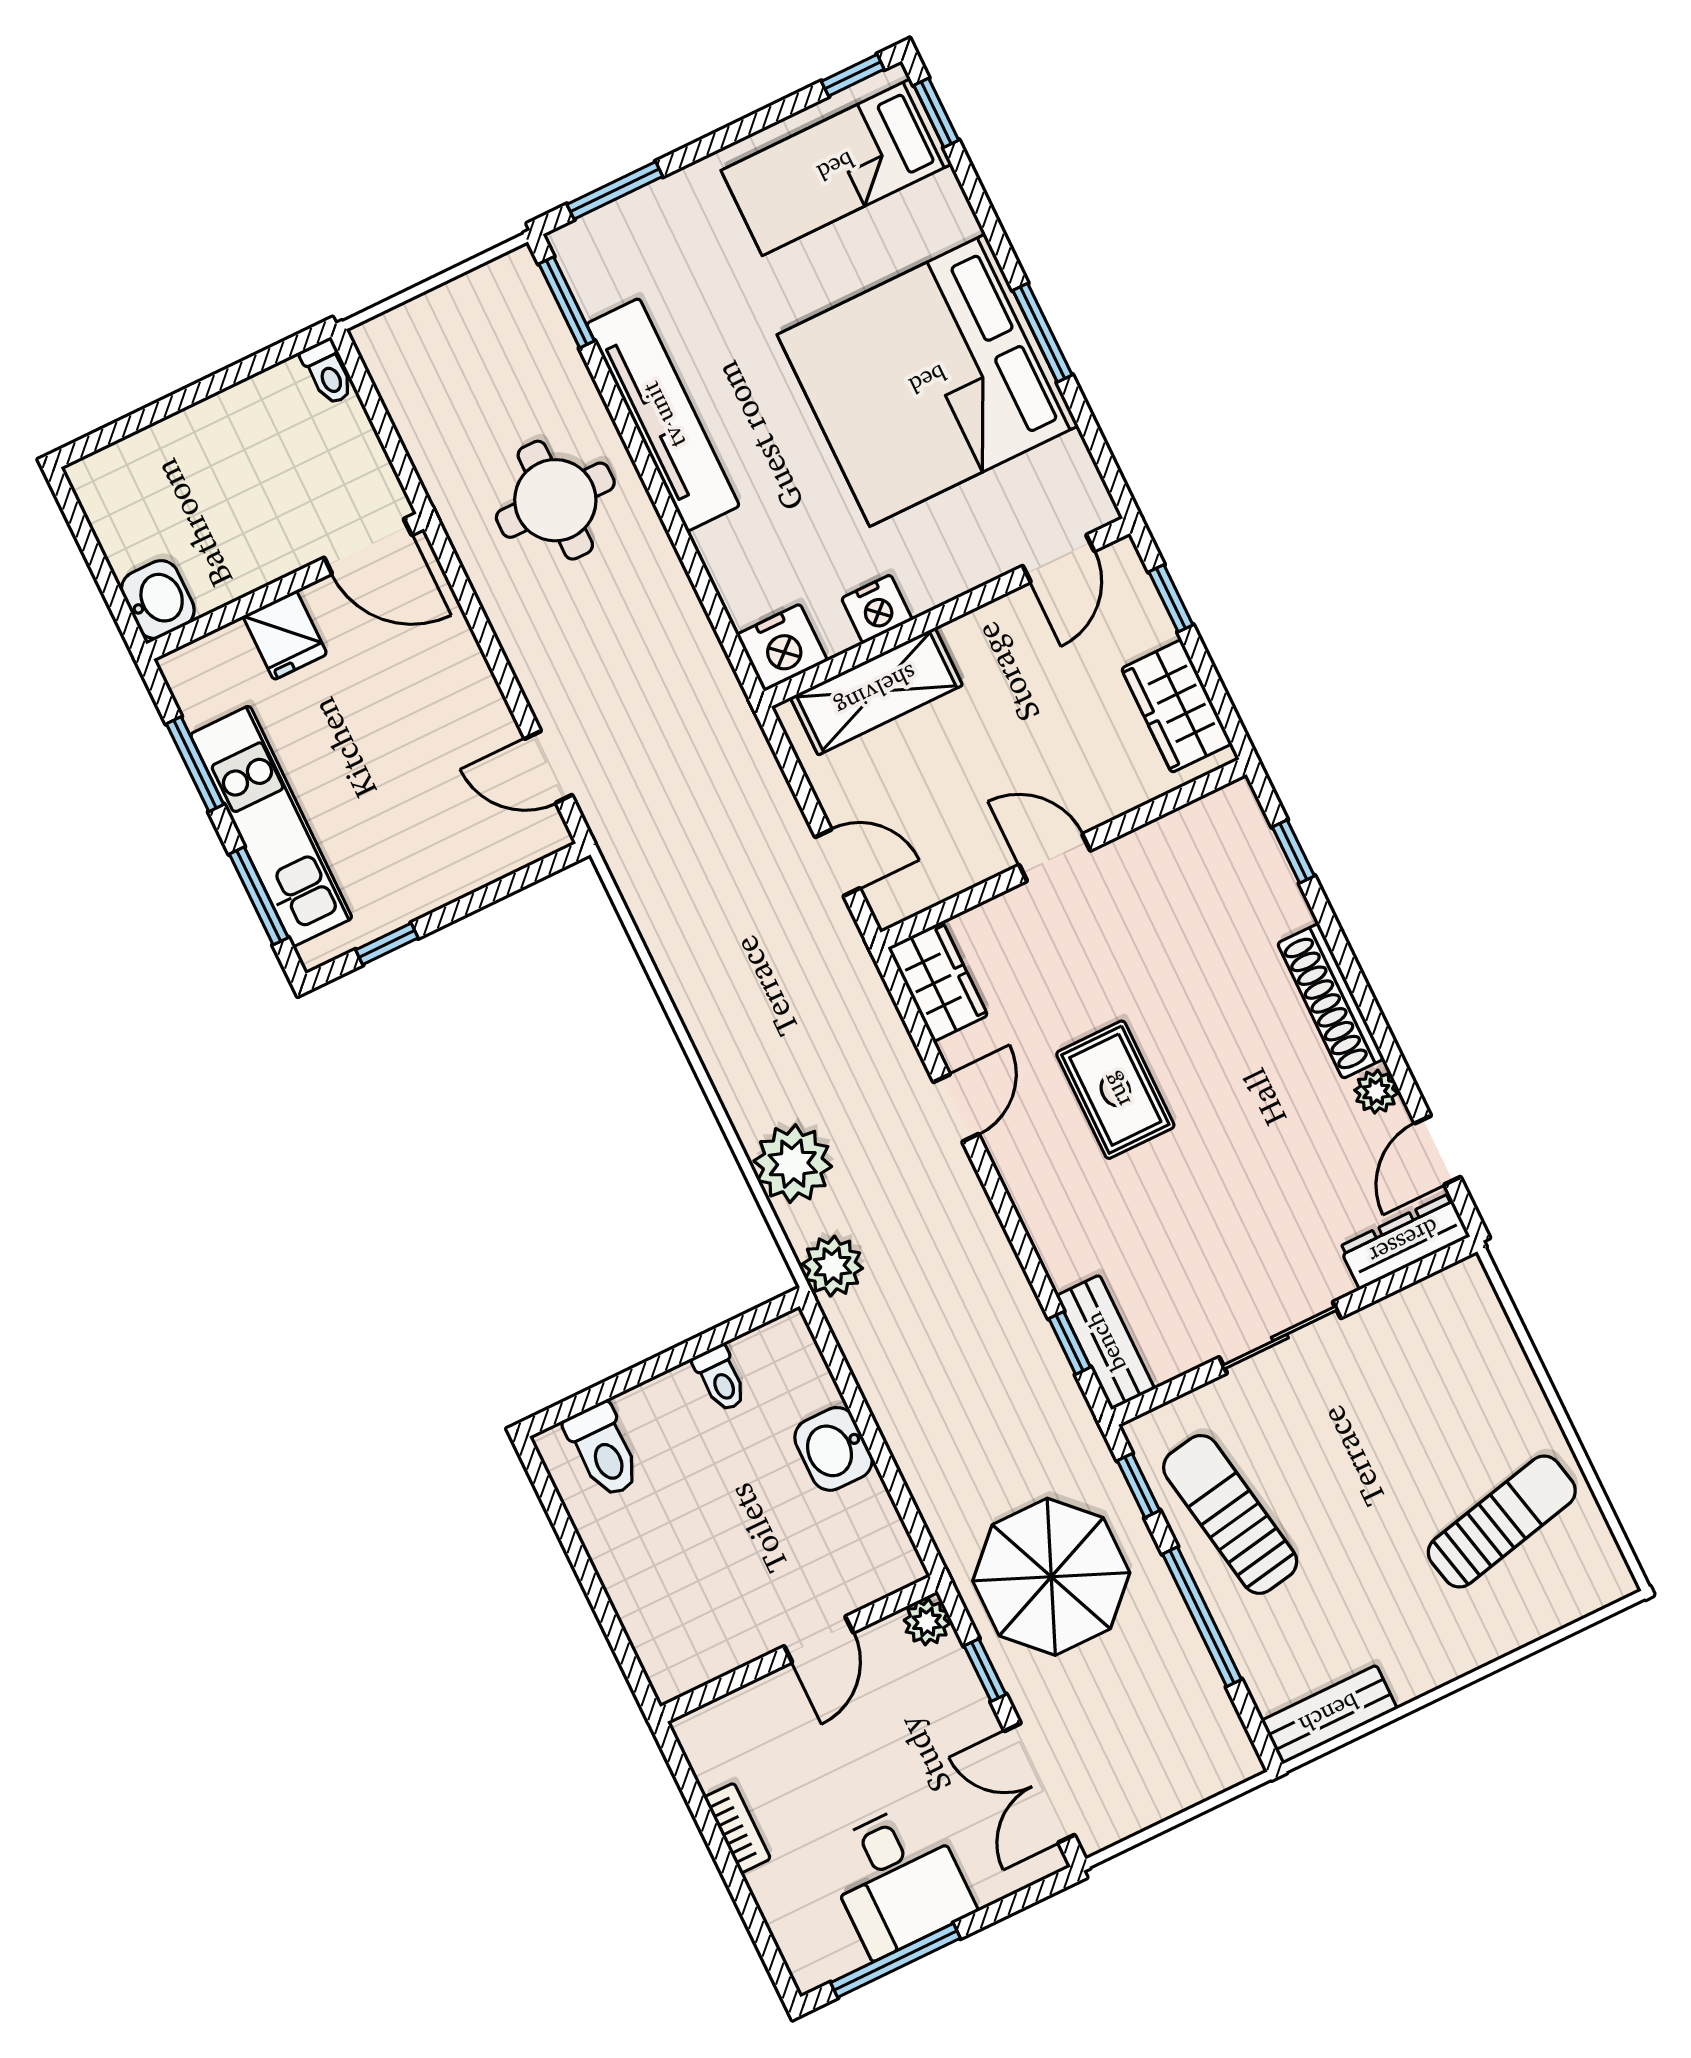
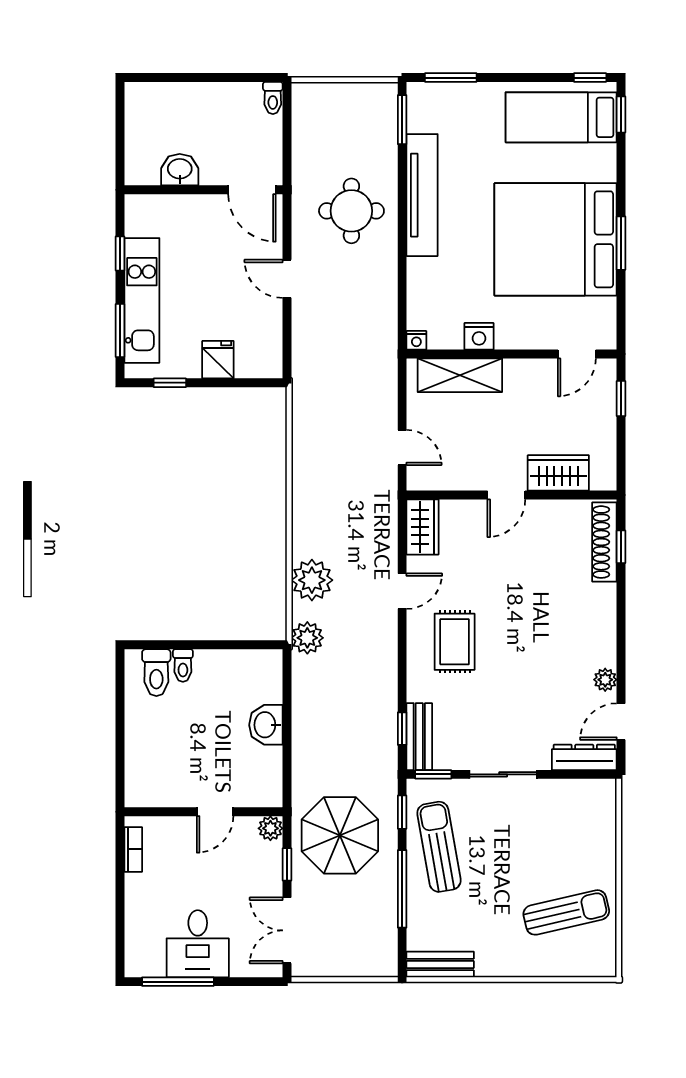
washbasin: (158, 600) -> (180, 170), moved, turned -90
fridge: (285, 635) -> (218, 360), moved, turned 180
nightstand: (782, 648) -> (416, 340), width x0.53, depth x0.56
wardrobe: (1177, 706) -> (558, 473), moved, turned 90
window: (195, 764) -> (120, 253), width x0.67
door: (548, 767) -> (287, 279), moved
door: (1055, 858) -> (506, 495), swing flipped
shoe rack: (1331, 1001) -> (604, 542), moved
rug: (1115, 1090) -> (455, 642), moved
toilet: (720, 1379) -> (183, 665), moved
window: (1161, 1395) -> (433, 774), added
bookcase: (737, 1828) -> (133, 849), moved

